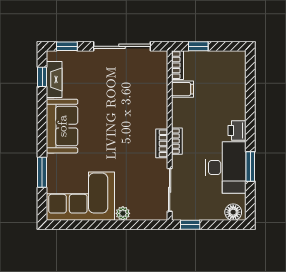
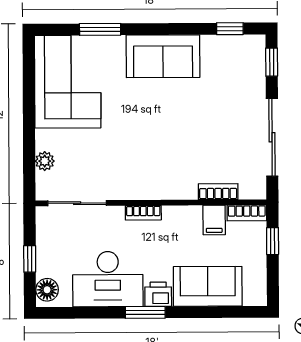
fireplace: (54, 80) -> (226, 45), removed
sofa: (231, 94) -> (208, 286), added
bookcase: (162, 143) -> (218, 192), moved
window: (250, 167) -> (145, 312), moved
plant: (123, 213) -> (45, 161), moved
window: (190, 225) -> (30, 259), moved

